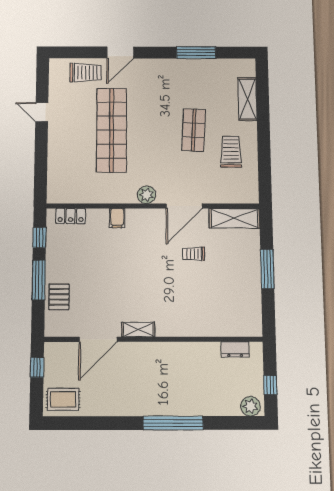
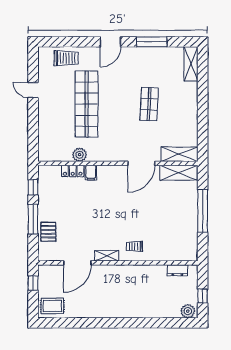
door: (120, 53) -> (110, 42), moved
shelving: (247, 99) -> (191, 64), moved
trolley: (231, 152) -> (177, 121), removed
shelving: (235, 194) -> (179, 154), added
plant: (147, 195) -> (80, 155), moved
locker: (71, 216) -> (73, 171), moved
trolley: (194, 254) -> (134, 246), moved
window: (267, 269) -> (203, 211), width x1.46
window: (173, 423) -> (132, 323), removed

